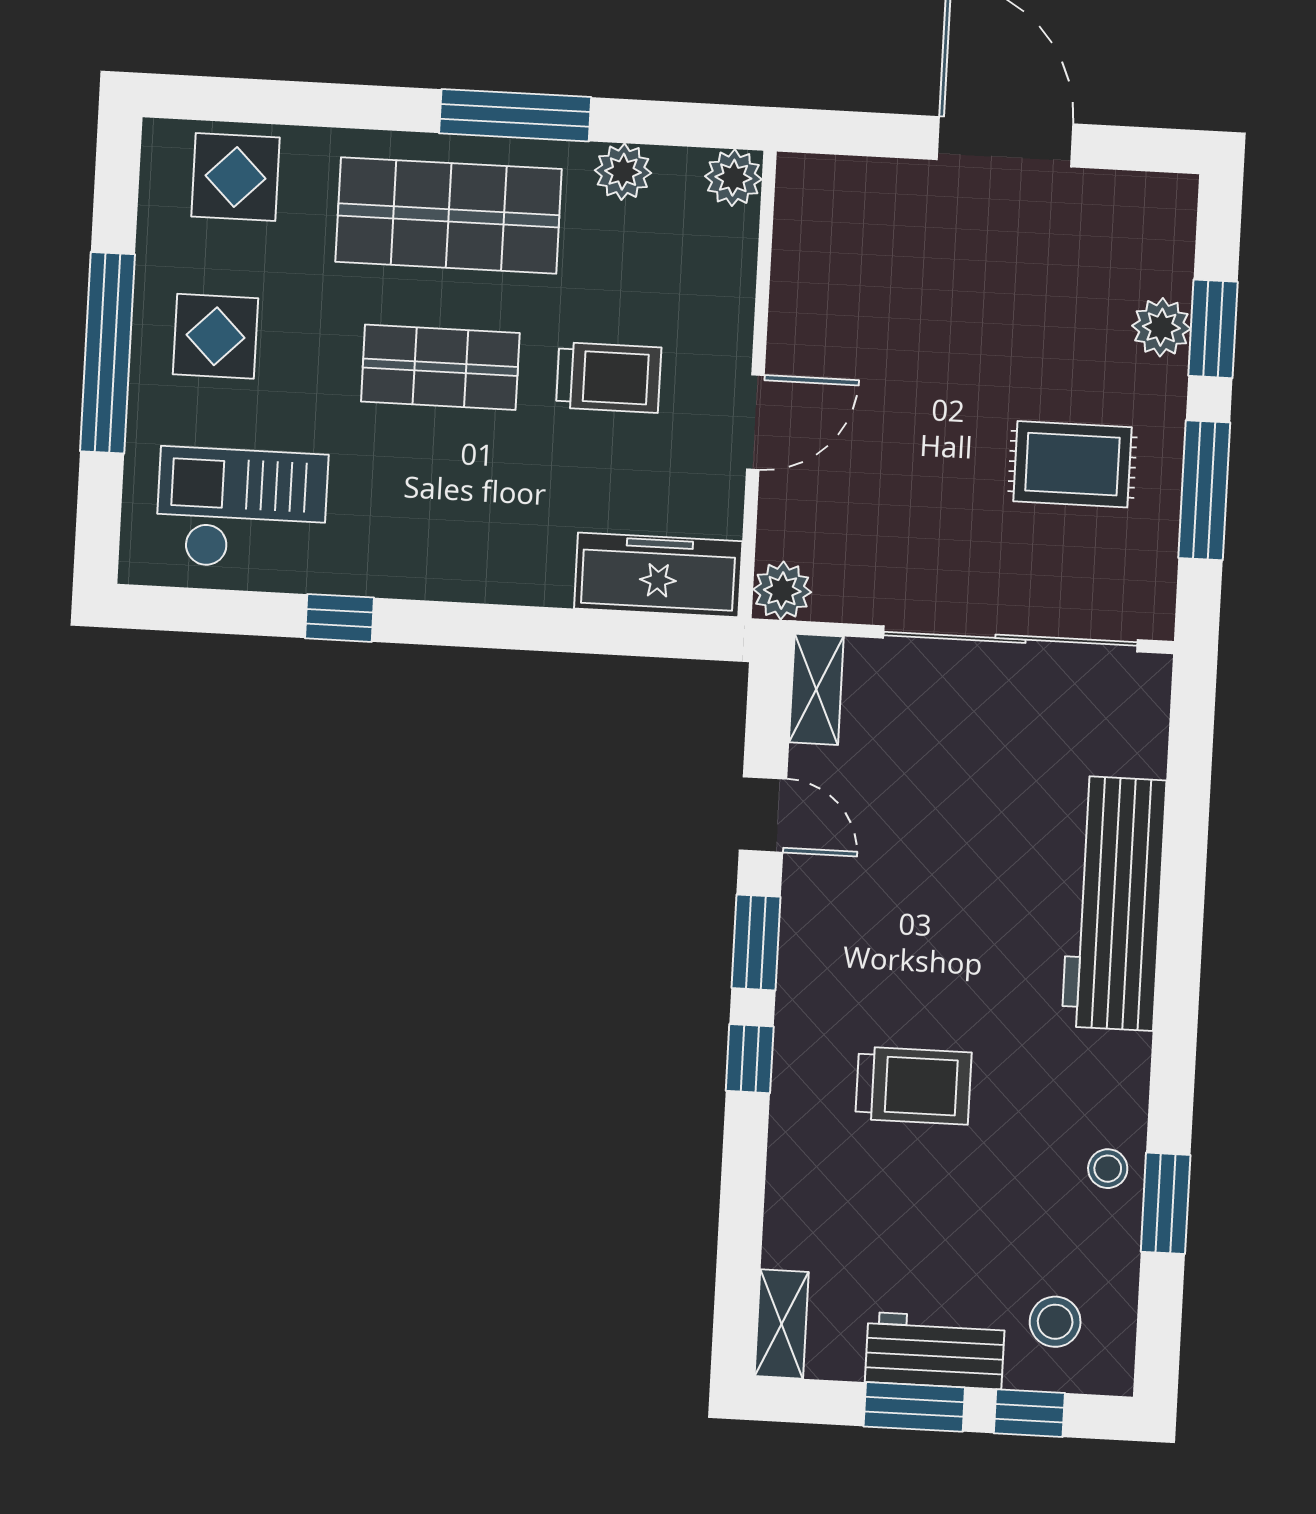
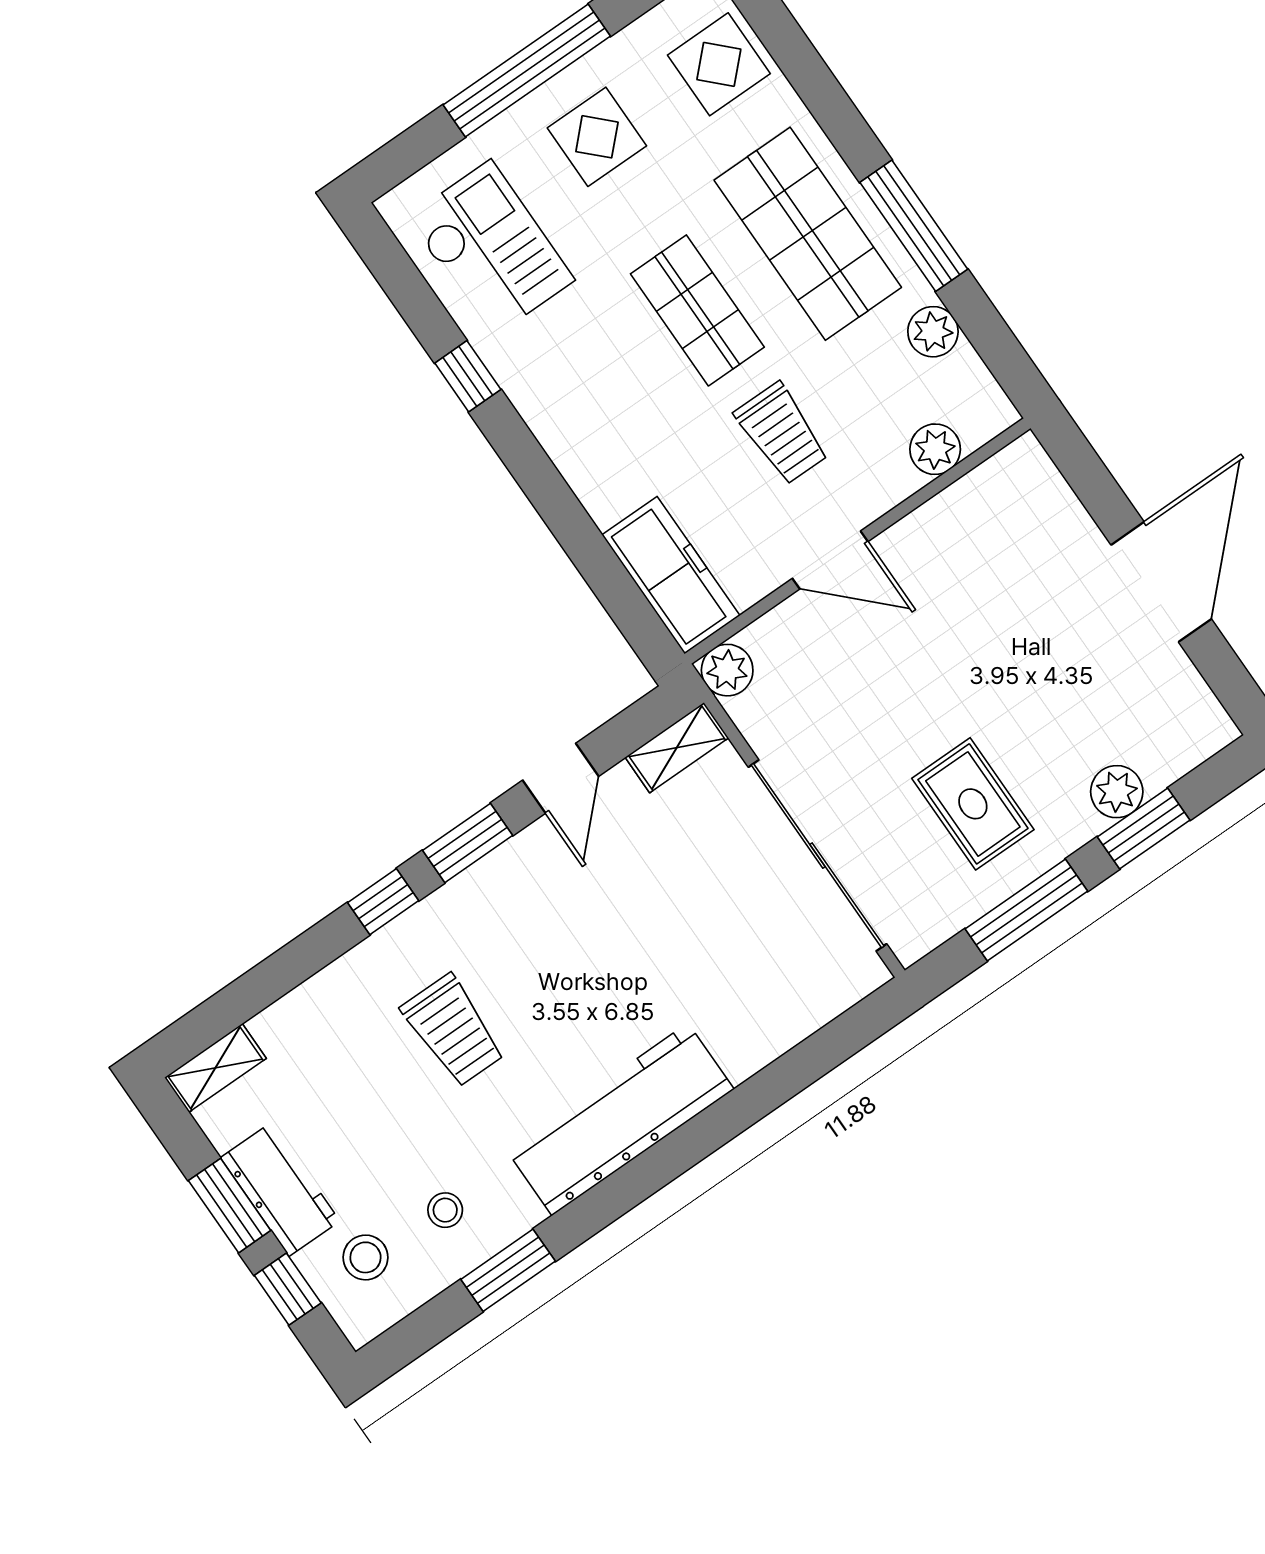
plant: (733, 178) -> (935, 449), moved
workbench: (1114, 903) -> (620, 1119), moved
stool: (1108, 1169) -> (445, 1210), moved

